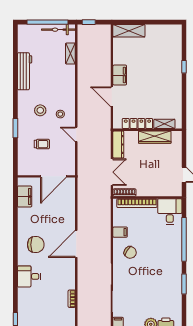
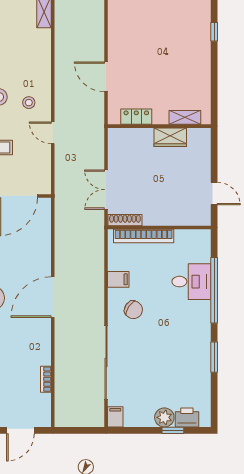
filing cabinet: (120, 75) -> (118, 44), removed
locker: (137, 123) -> (136, 117), width x0.66
wardrobe: (155, 137) -> (170, 137), width x0.67
dresser: (118, 145) -> (116, 148), removed
double door: (112, 172) -> (106, 190), swing flipped
desk: (170, 212) -> (191, 282), moved, turned 90

